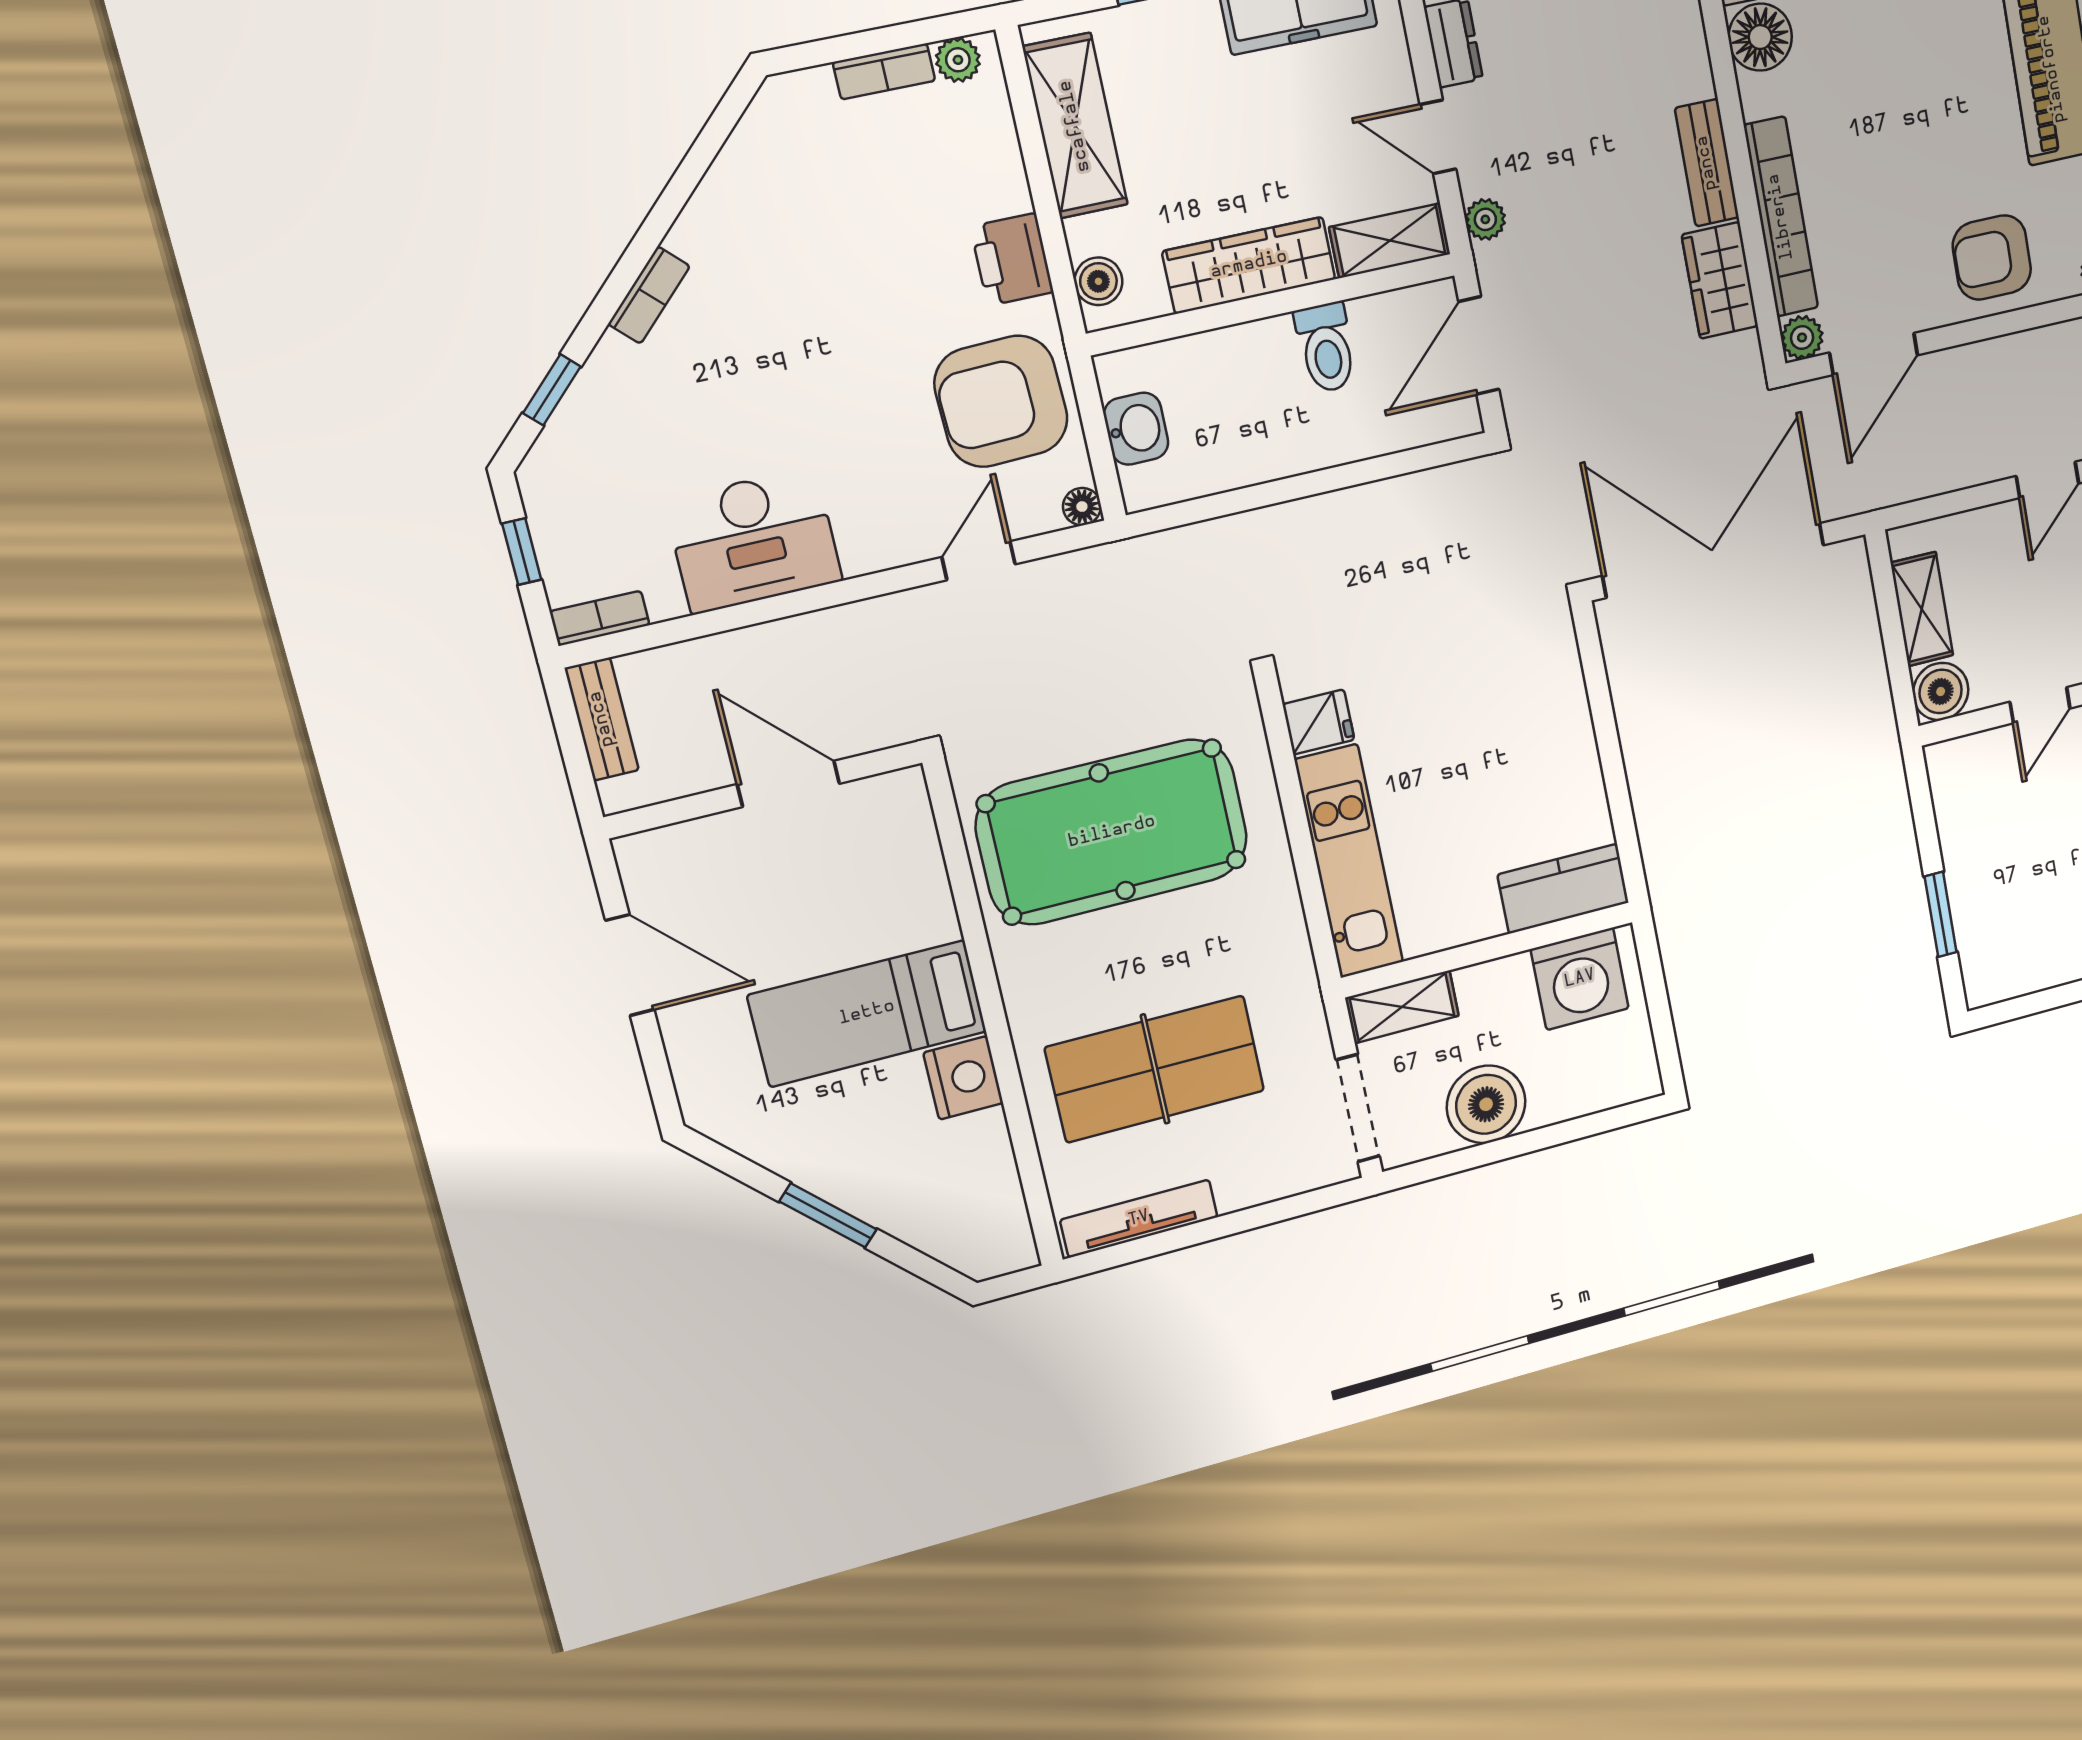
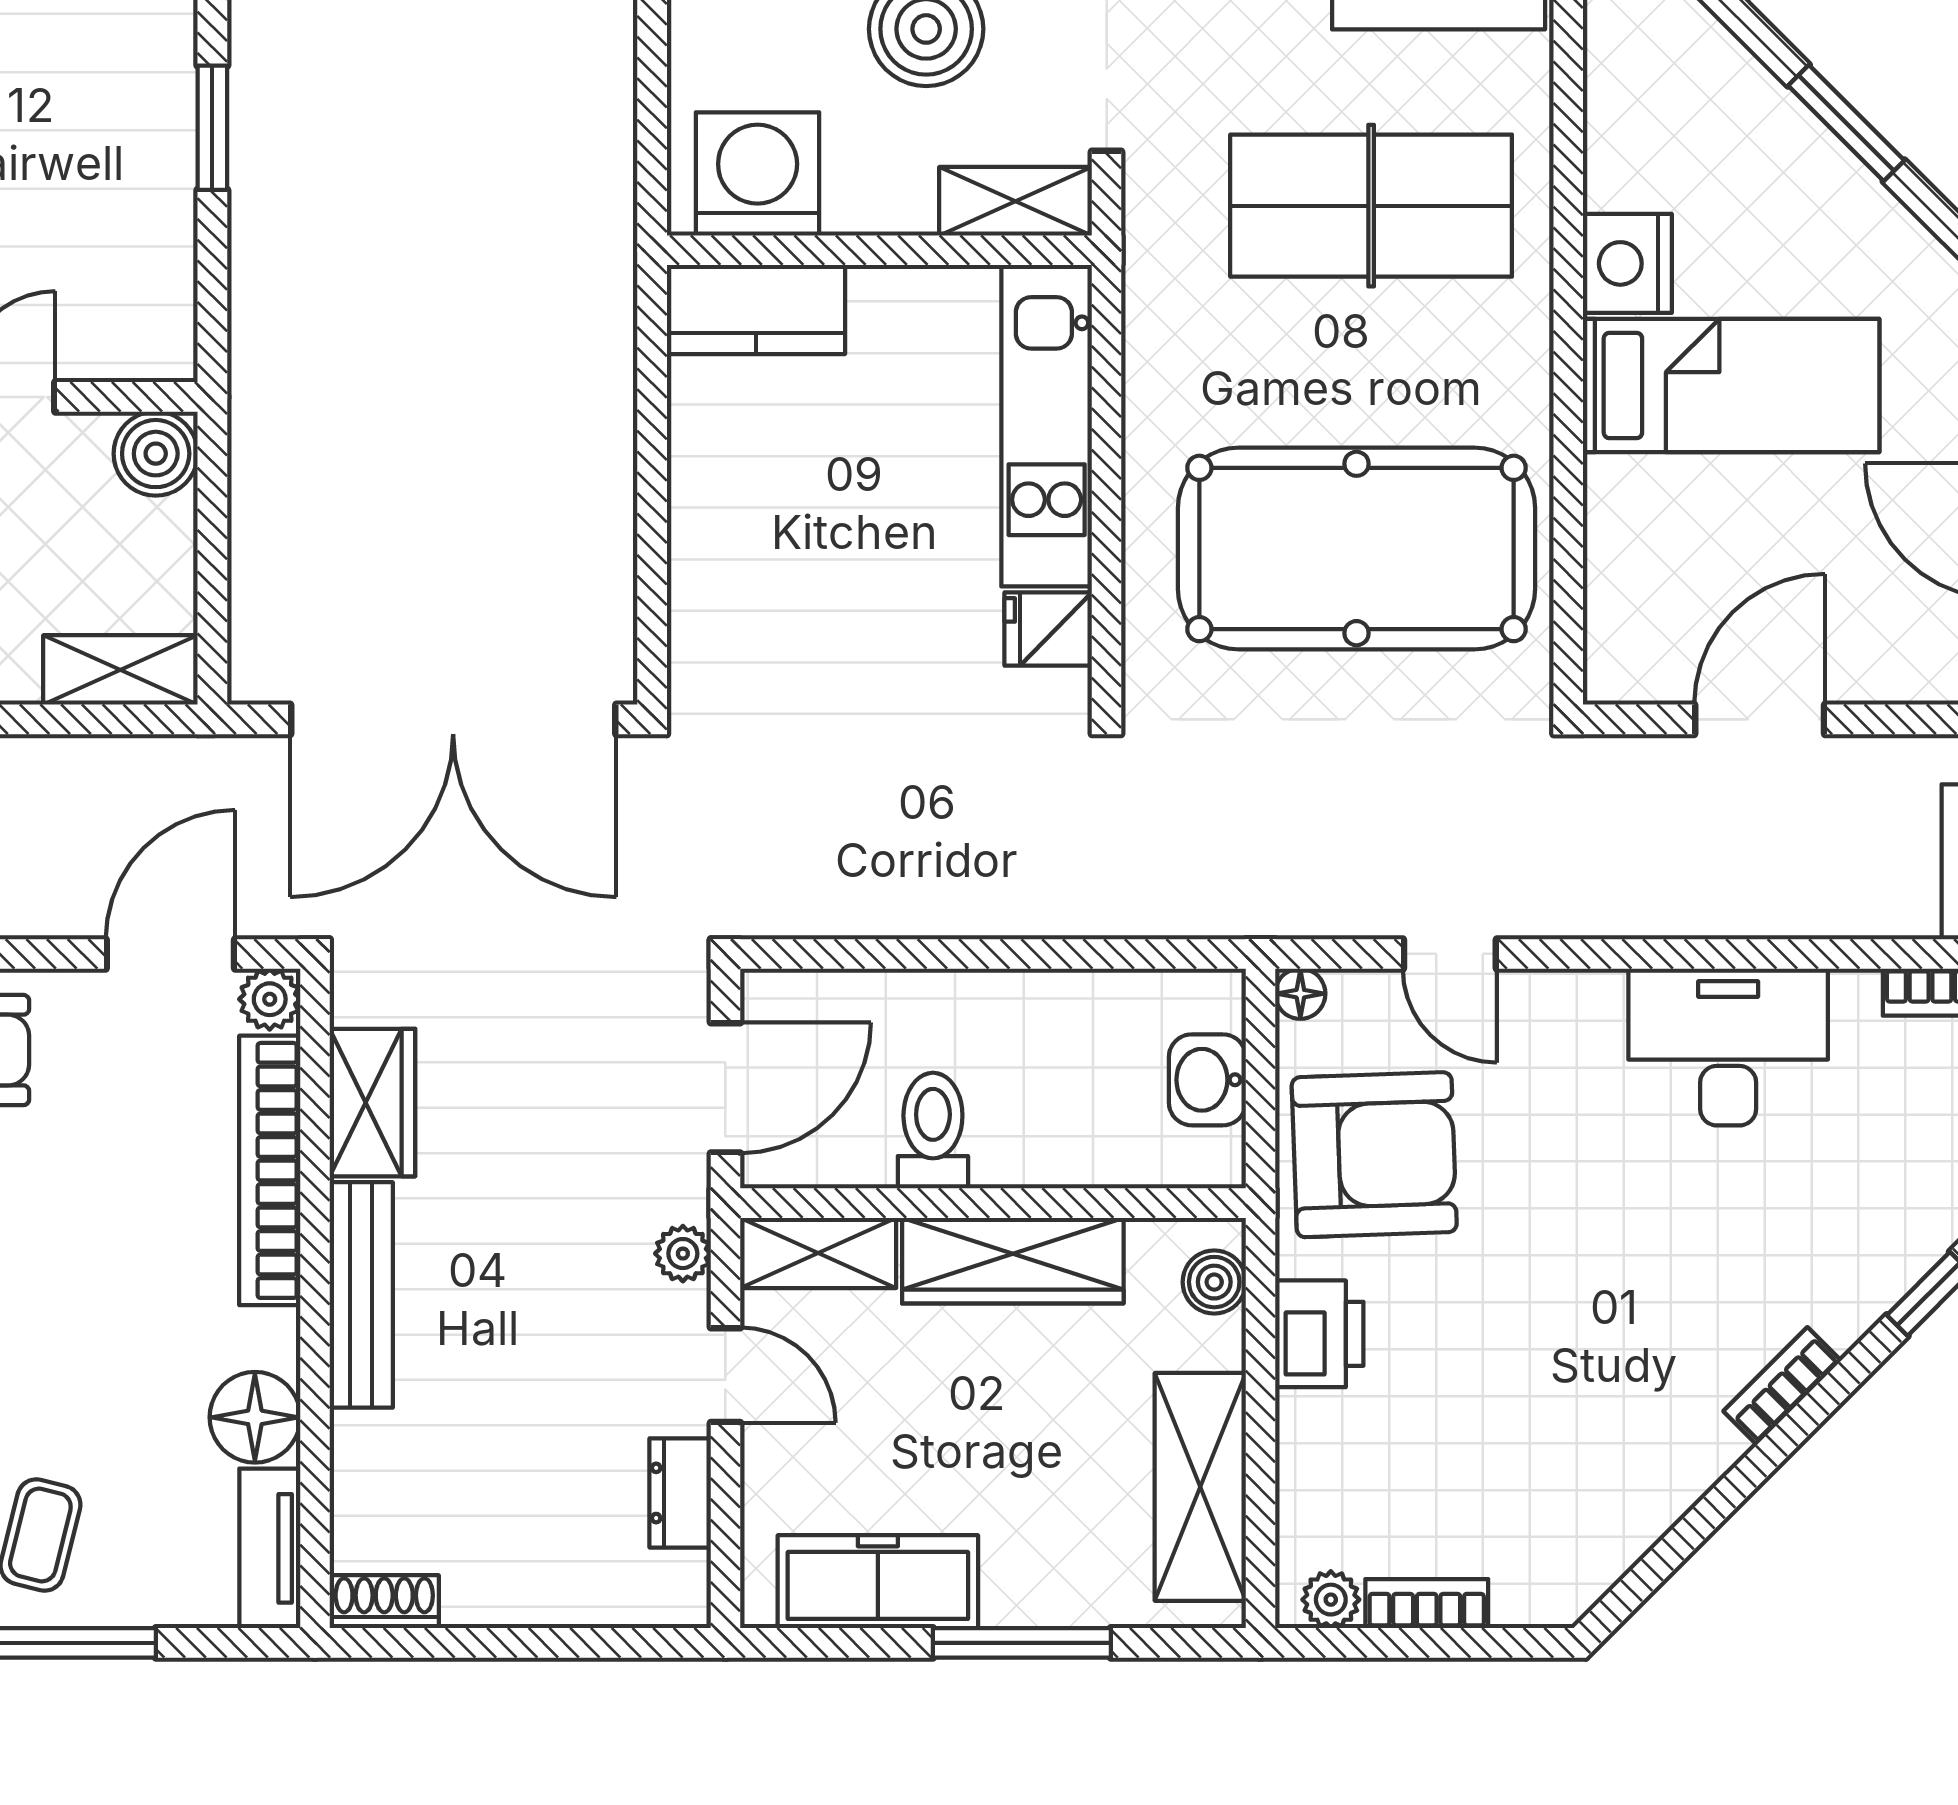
bench: (1707, 163) -> (361, 1295), width x1.36
door: (979, 561) -> (1450, 954), hinge flipped
shelving: (1922, 609) -> (120, 670), moved, turned 90
door: (788, 784) -> (1760, 719), swing flipped

